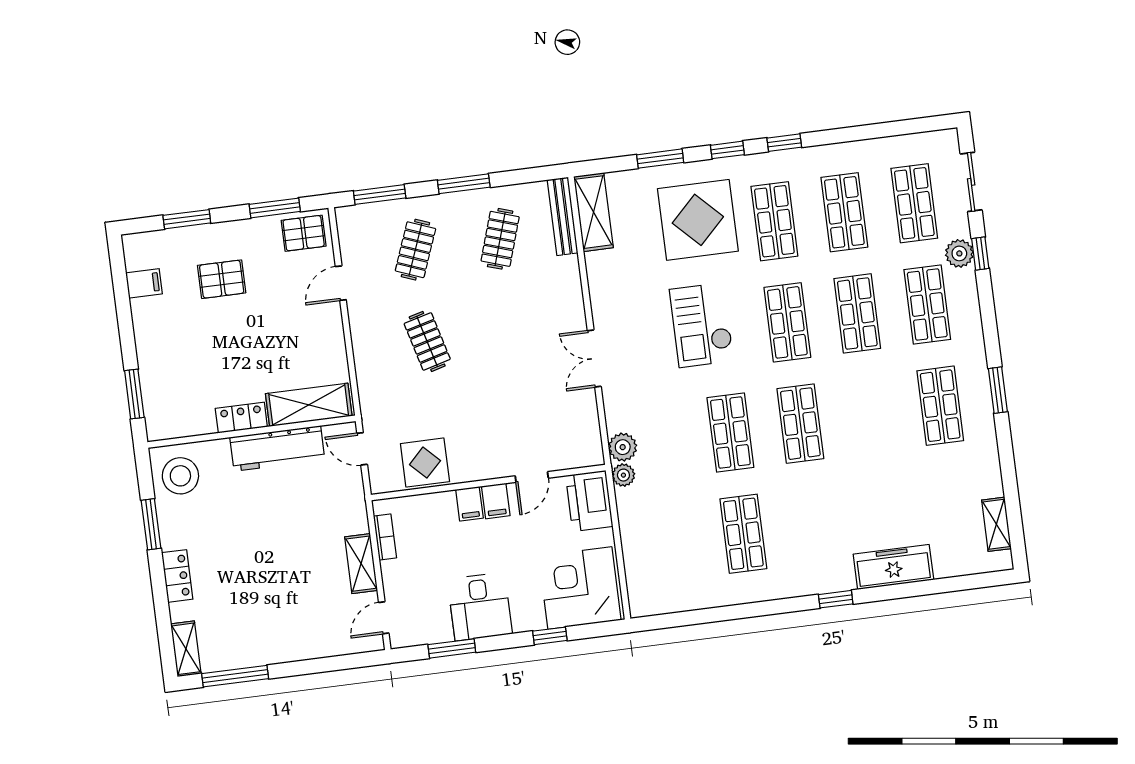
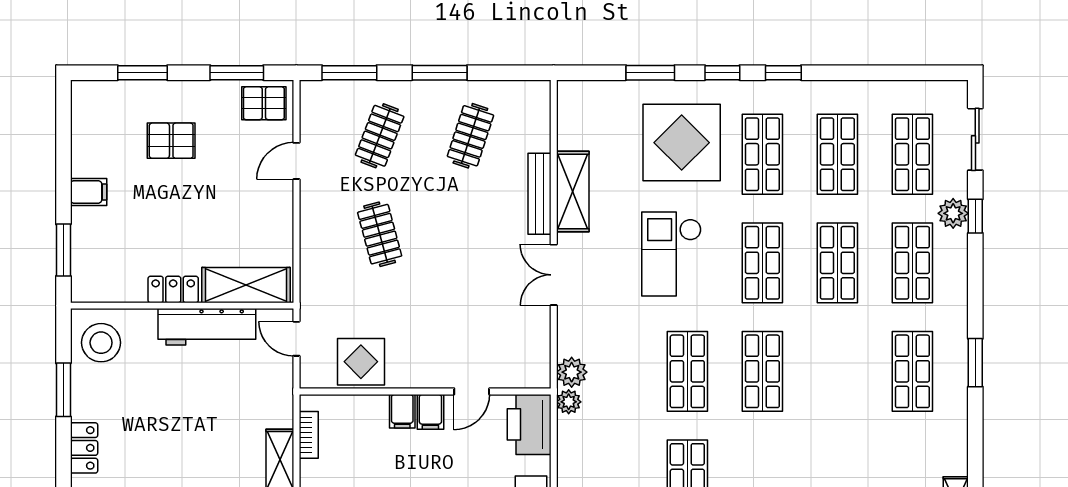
shelving: (594, 212) -> (573, 192), moved
bench: (563, 216) -> (539, 194), moved
filing cabinet: (144, 283) -> (89, 192), moved

